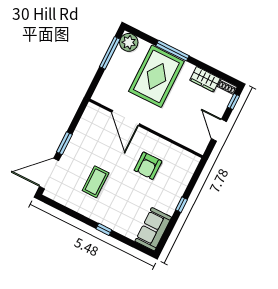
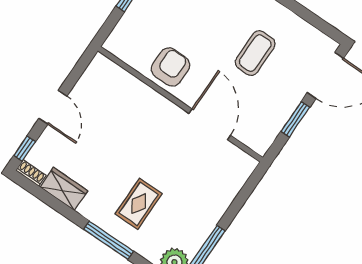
rug: (156, 76) -> (139, 204), width x0.54, depth x0.49
door: (126, 118) -> (210, 124), moved
wall: (146, 128) -> (180, 104), moved

